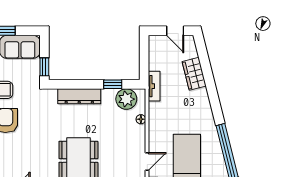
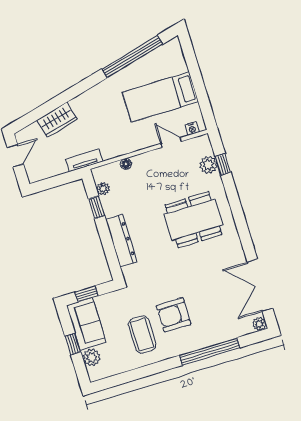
window: (44, 67) -> (87, 294), moved
plant: (126, 99) -> (103, 189), width x0.53, depth x0.53

